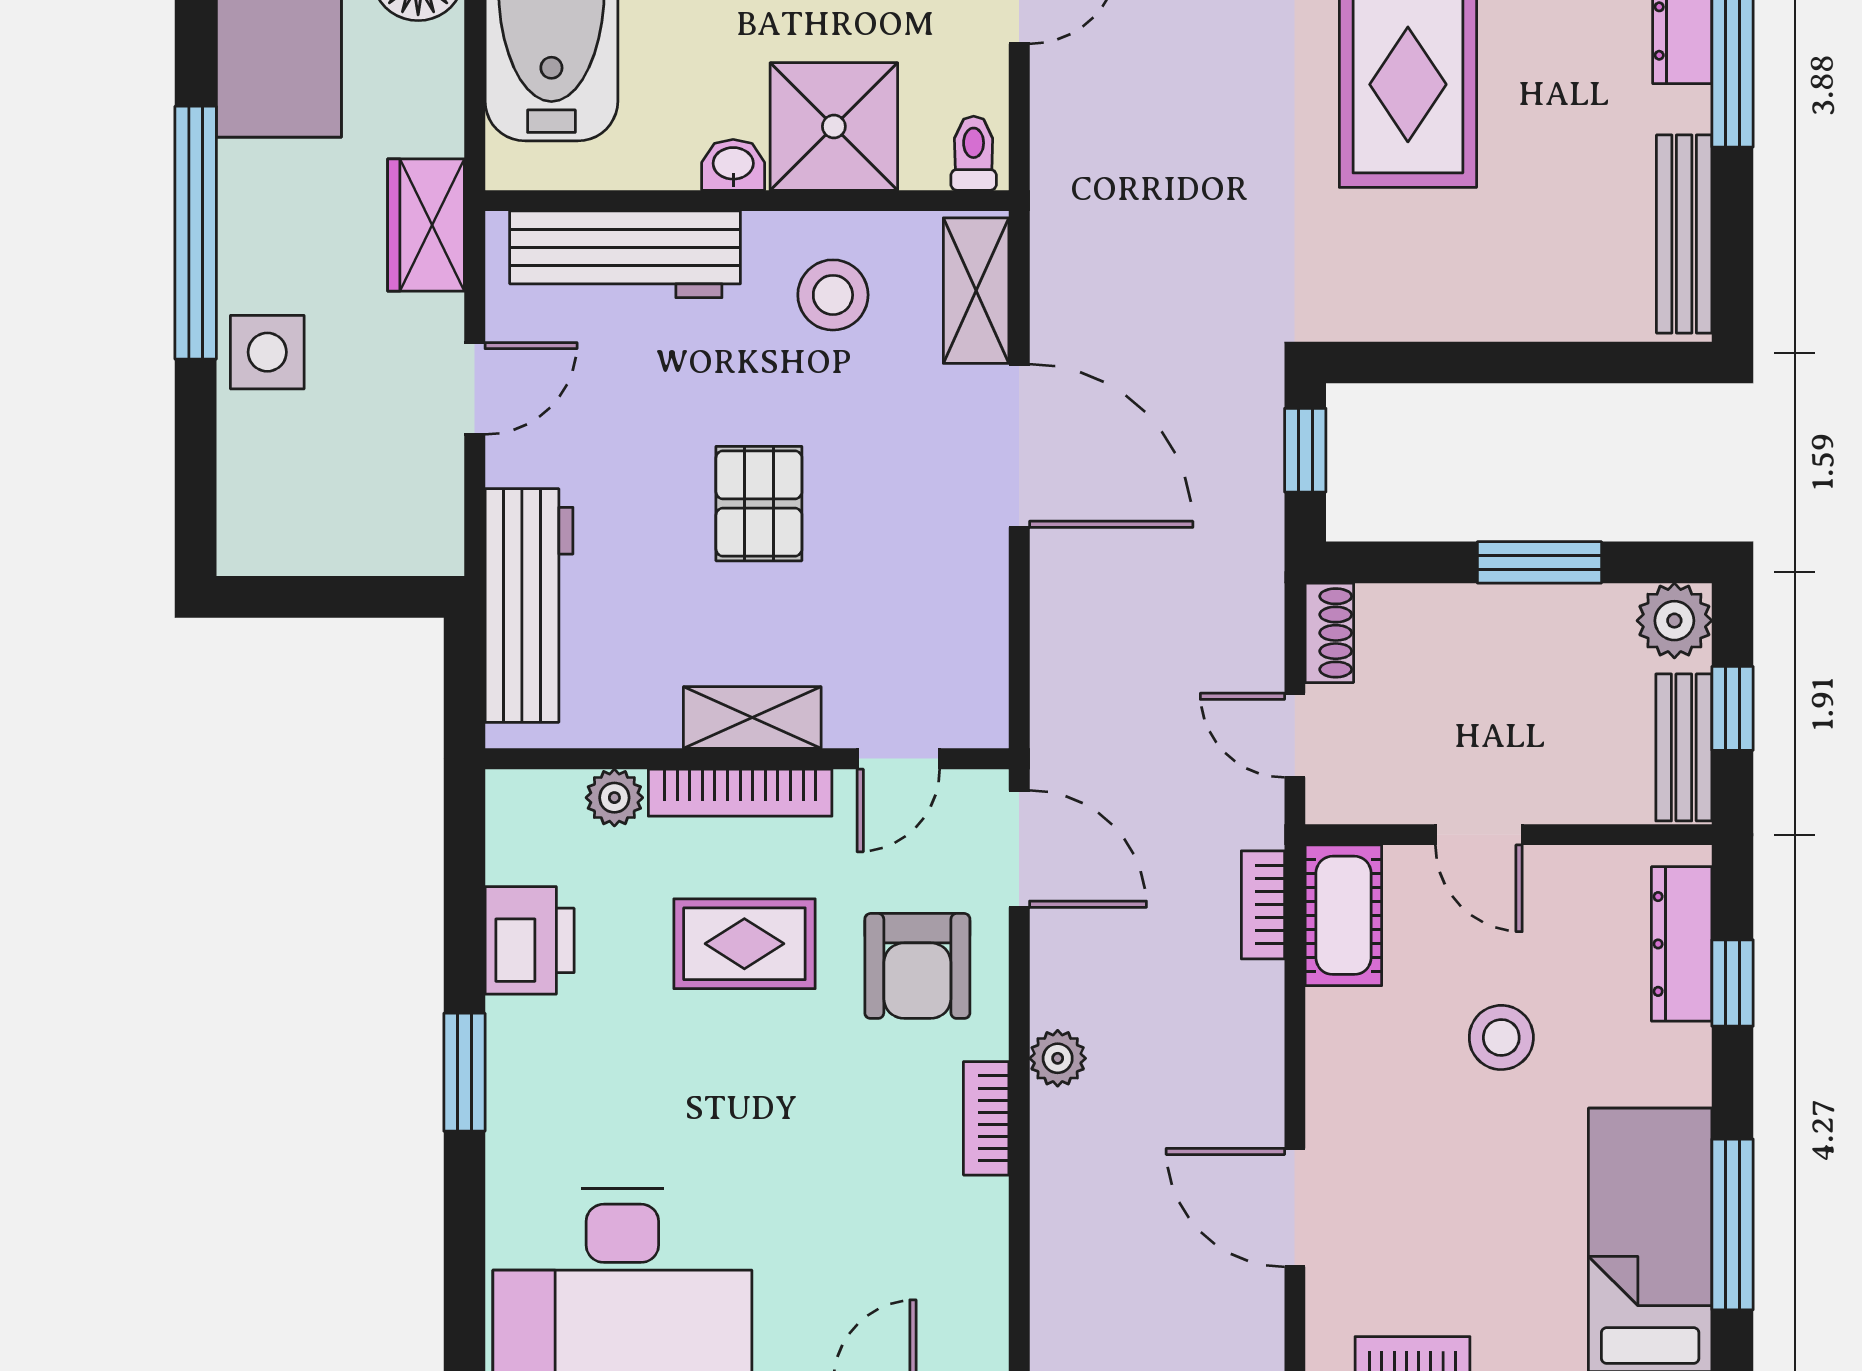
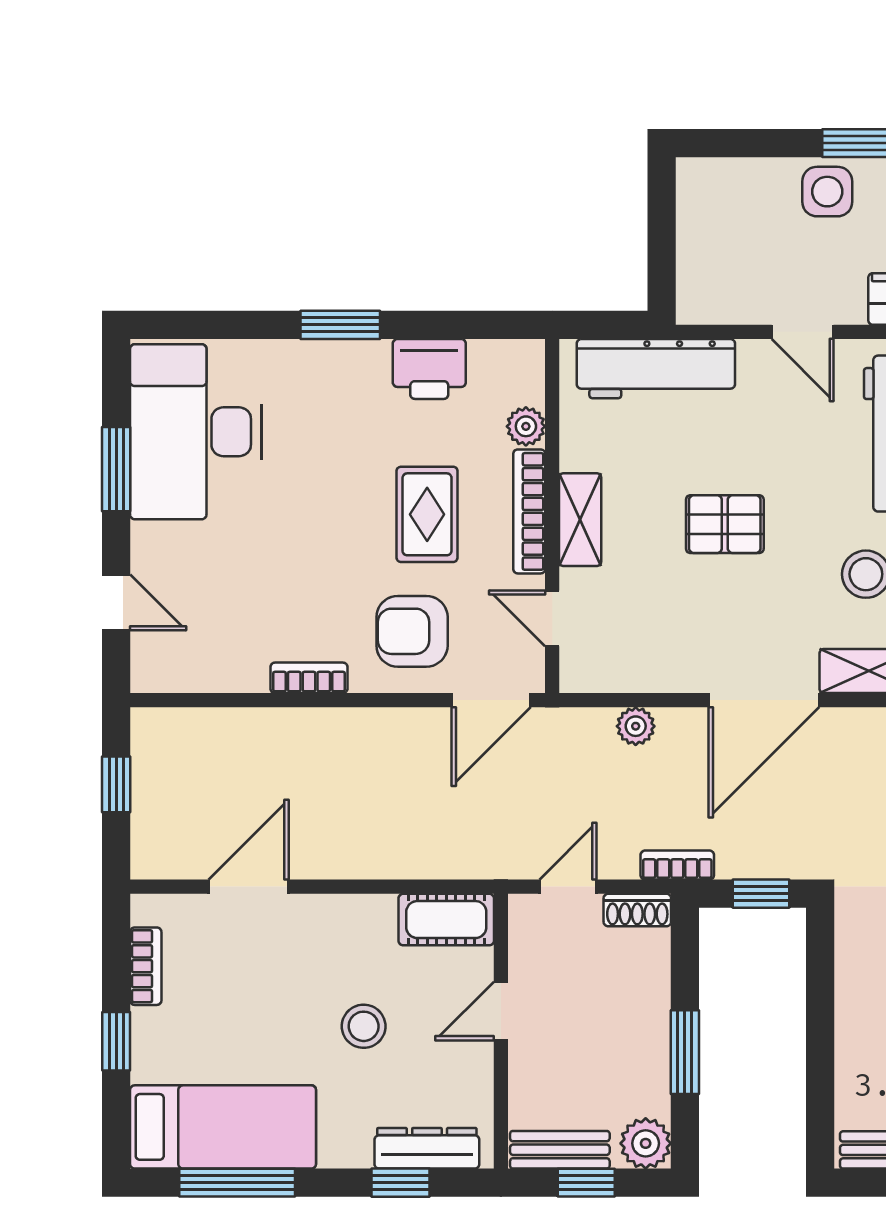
bookcase: (1263, 905) -> (677, 865), moved
plant: (1058, 1058) -> (636, 726), moved

